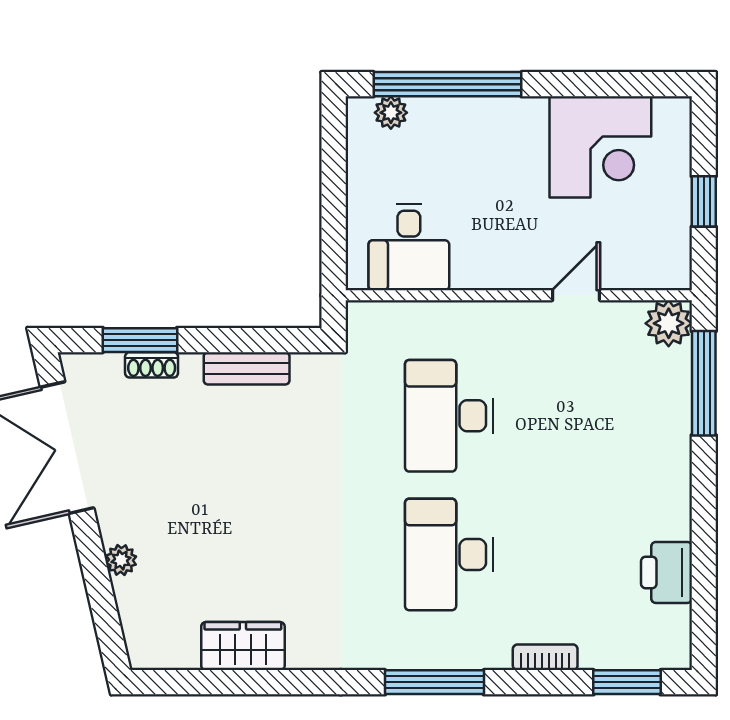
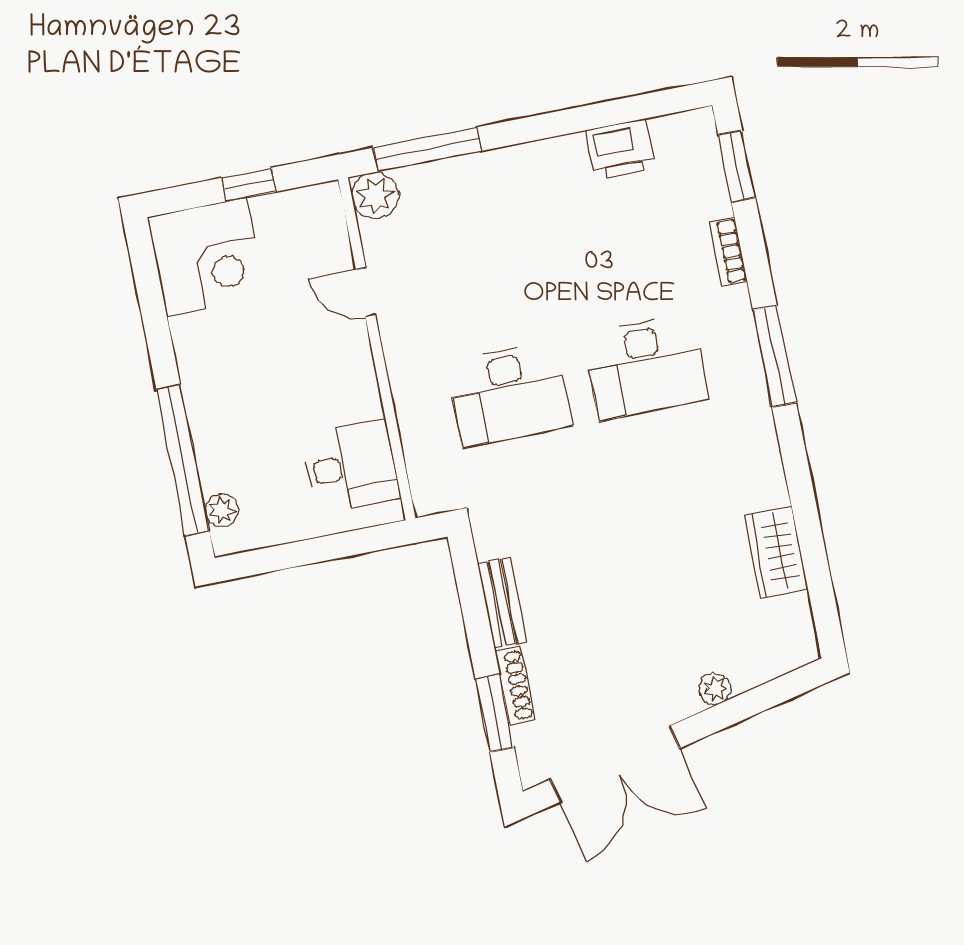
corner desk: (600, 147) -> (207, 257), moved, turned 90
shoe rack: (152, 365) -> (515, 686), width x1.43

